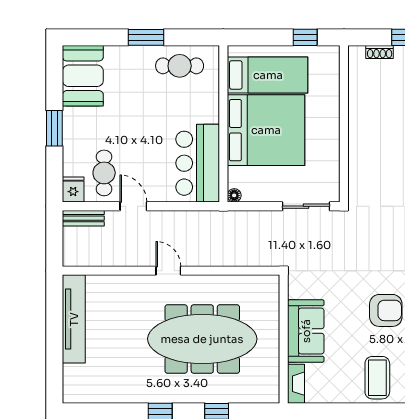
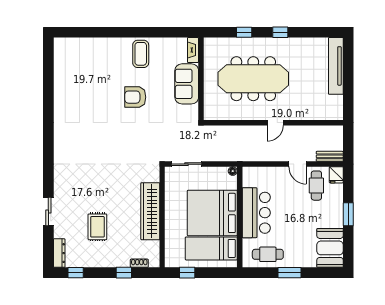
wardrobe: (362, 133) -> (150, 211), added
bar counter: (198, 163) -> (256, 213), moved
door: (168, 271) -> (275, 123), hinge flipped
tv unit: (74, 319) -> (336, 66), moved

